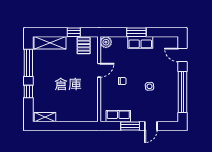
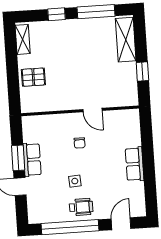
window: (136, 32) -> (148, 158), removed
plant: (106, 42) -> (132, 117), removed
pallet: (84, 46) -> (33, 77), moved
wheelchair: (169, 83) -> (81, 207), added
row of seats: (118, 116) -> (32, 160), moved

